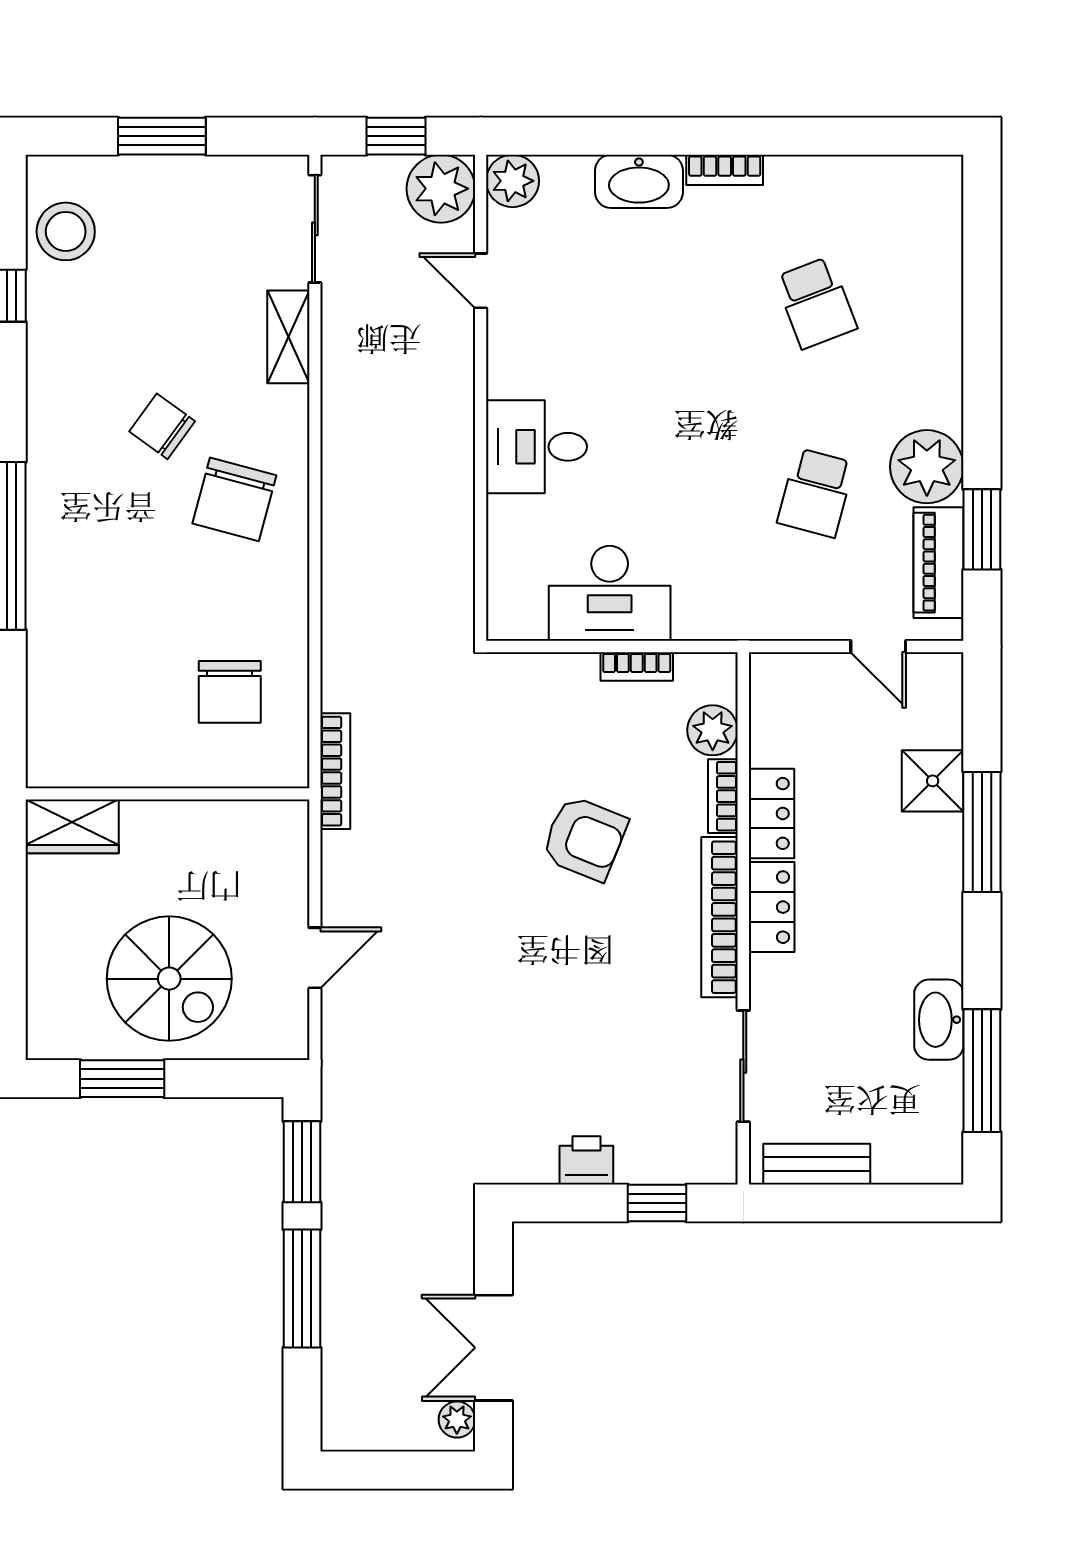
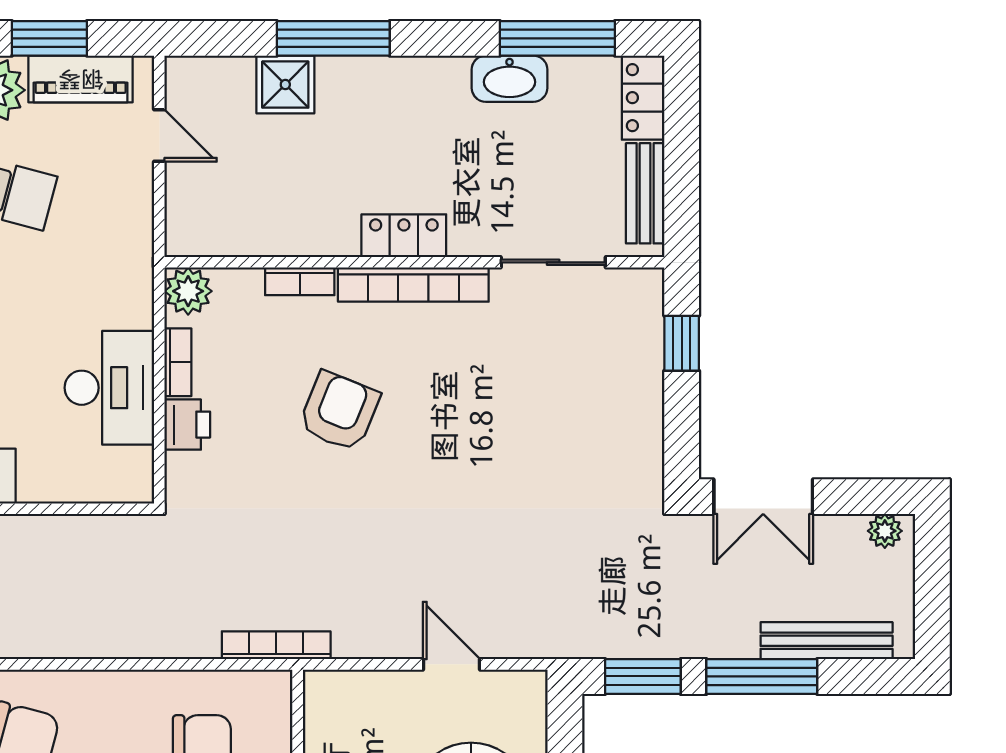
door: (878, 646) -> (159, 136), hinge flipped
plant: (713, 730) -> (188, 291), moved
locker: (771, 813) -> (643, 98), moved, turned -90
printer: (586, 1160) -> (187, 425), moved, turned 180
double door: (494, 1348) -> (763, 497), moved
bench: (340, 1357) -> (827, 641), added

